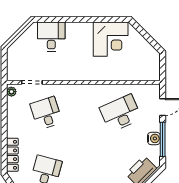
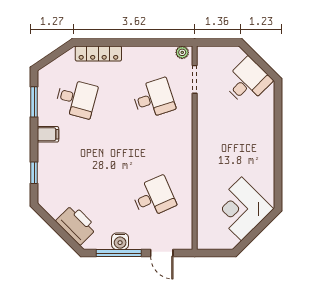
desk: (51, 37) -> (247, 82), moved, turned -45
corner desk: (111, 39) -> (242, 209), moved, turned 45
desk: (121, 113) -> (154, 197), width x0.73

